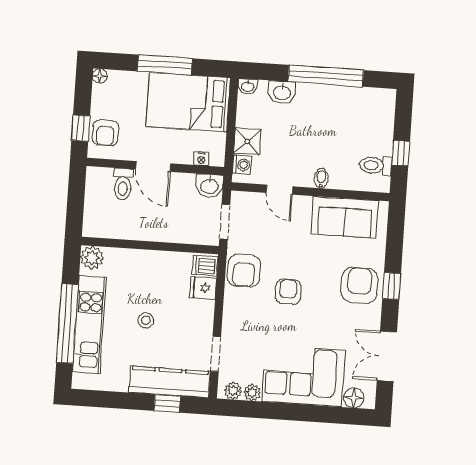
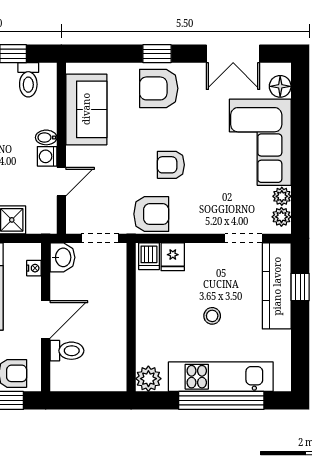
washing machine: (242, 165) -> (47, 156), moved, turned -90

